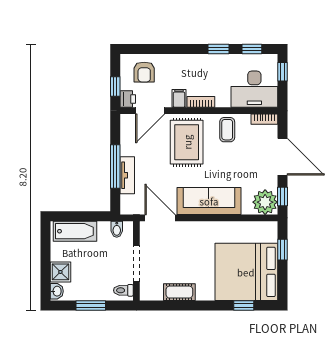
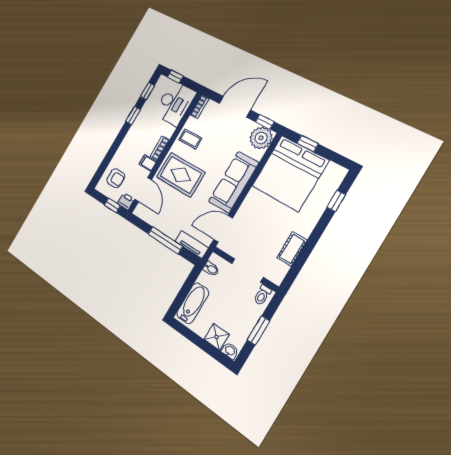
tv unit: (127, 175) -> (192, 245), moved
bed: (246, 272) -> (290, 173), moved

